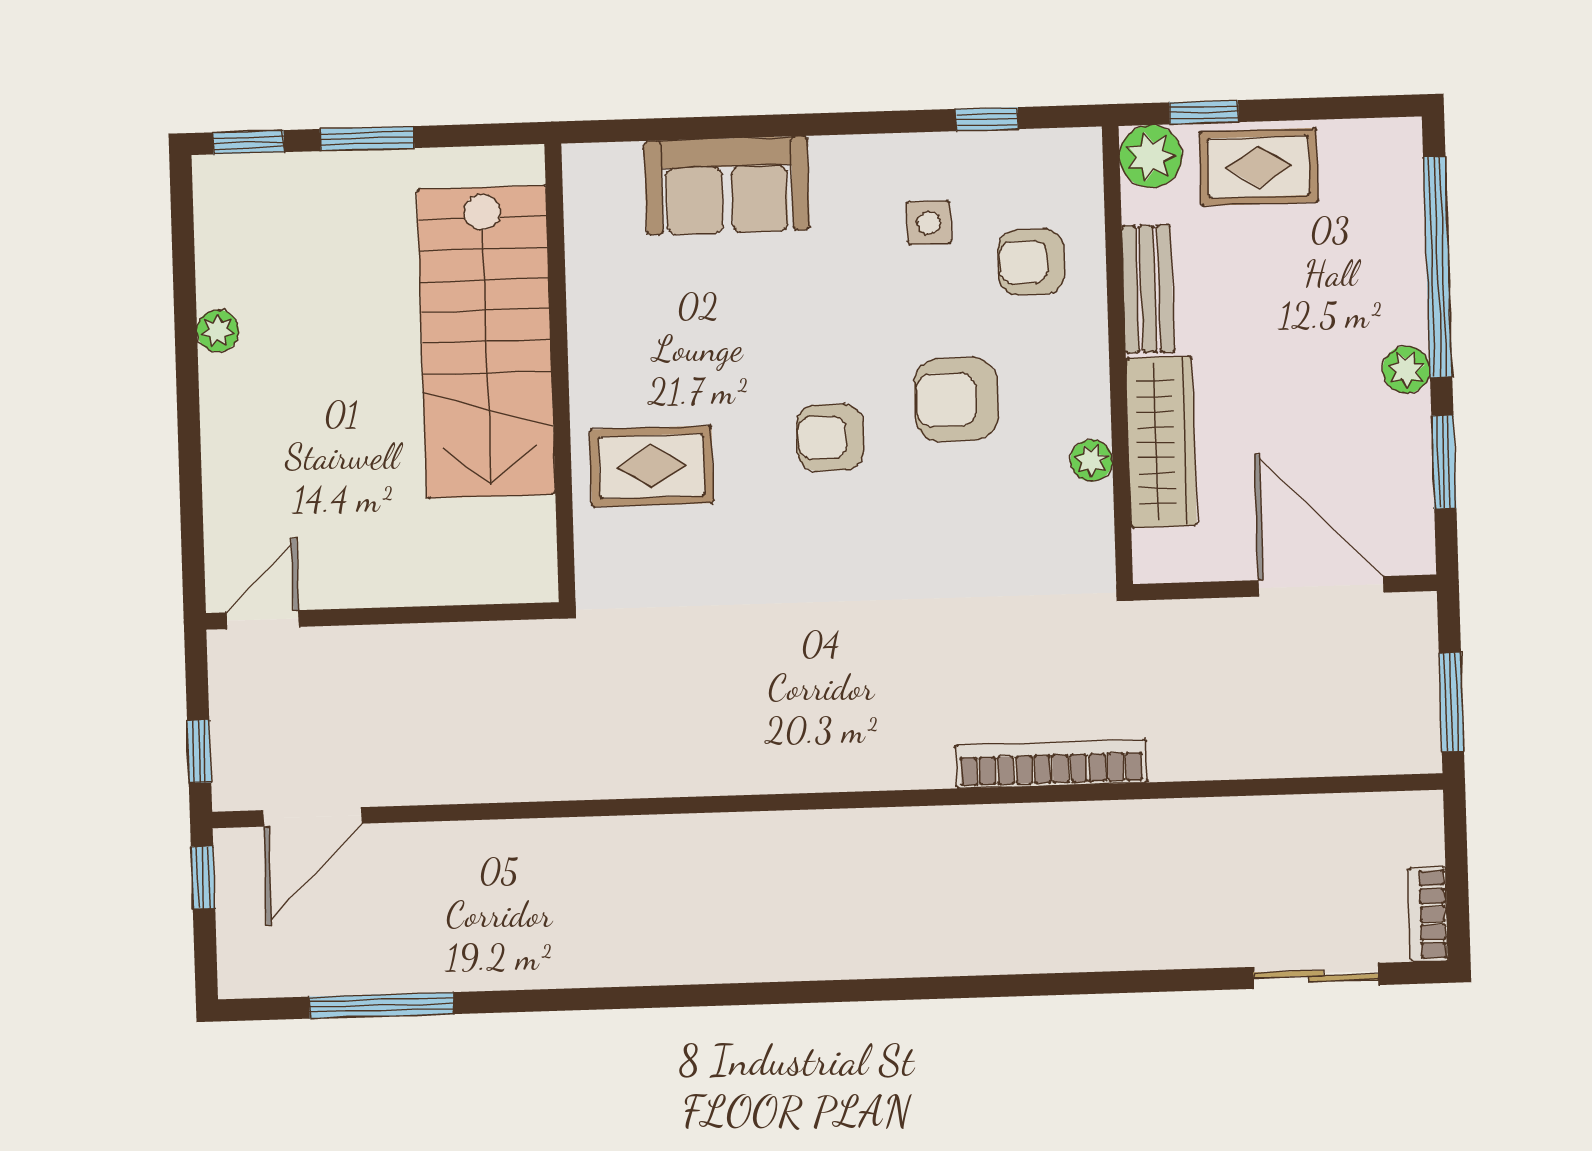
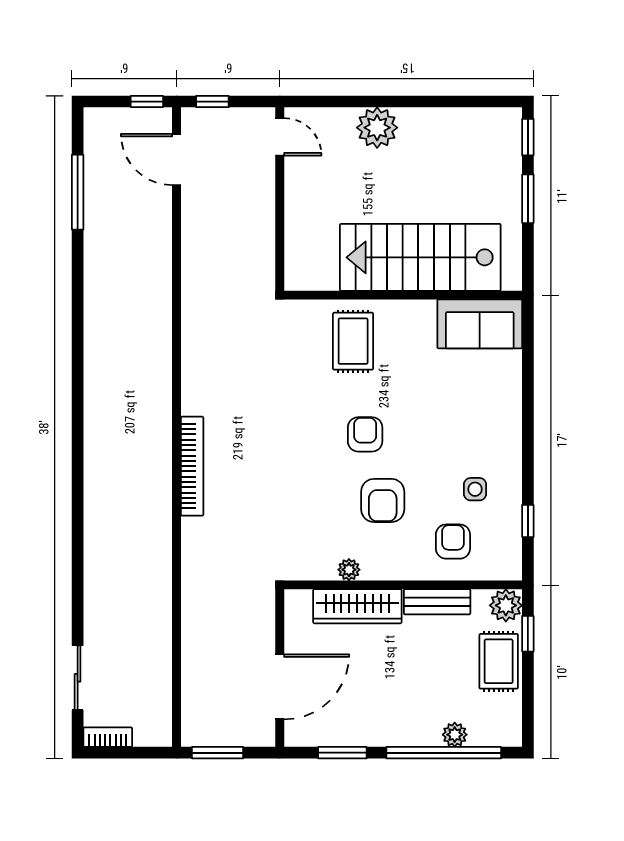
sofa: (727, 185) -> (480, 324), moved, turned -90
plant: (218, 331) -> (377, 128), moved, width x1.87, depth x1.87
plant: (1406, 370) -> (455, 735), moved
armchair: (956, 400) -> (383, 500), turned 180
bookcase: (1051, 764) -> (192, 466), moved

